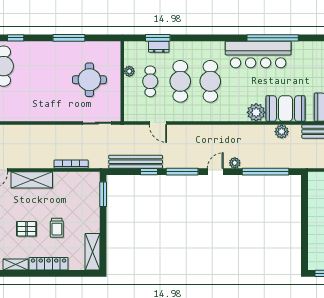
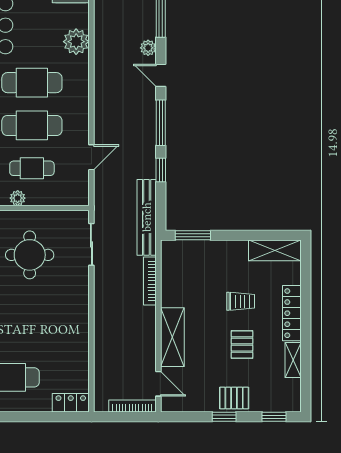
plant: (256, 112) -> (76, 42), moved
bench: (136, 162) -> (147, 217), moved

